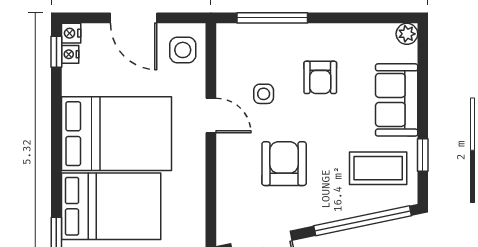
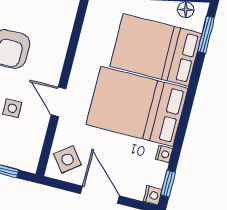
side table: (183, 50) -> (67, 159), turned -38
nightstand: (70, 54) -> (164, 154), moved

